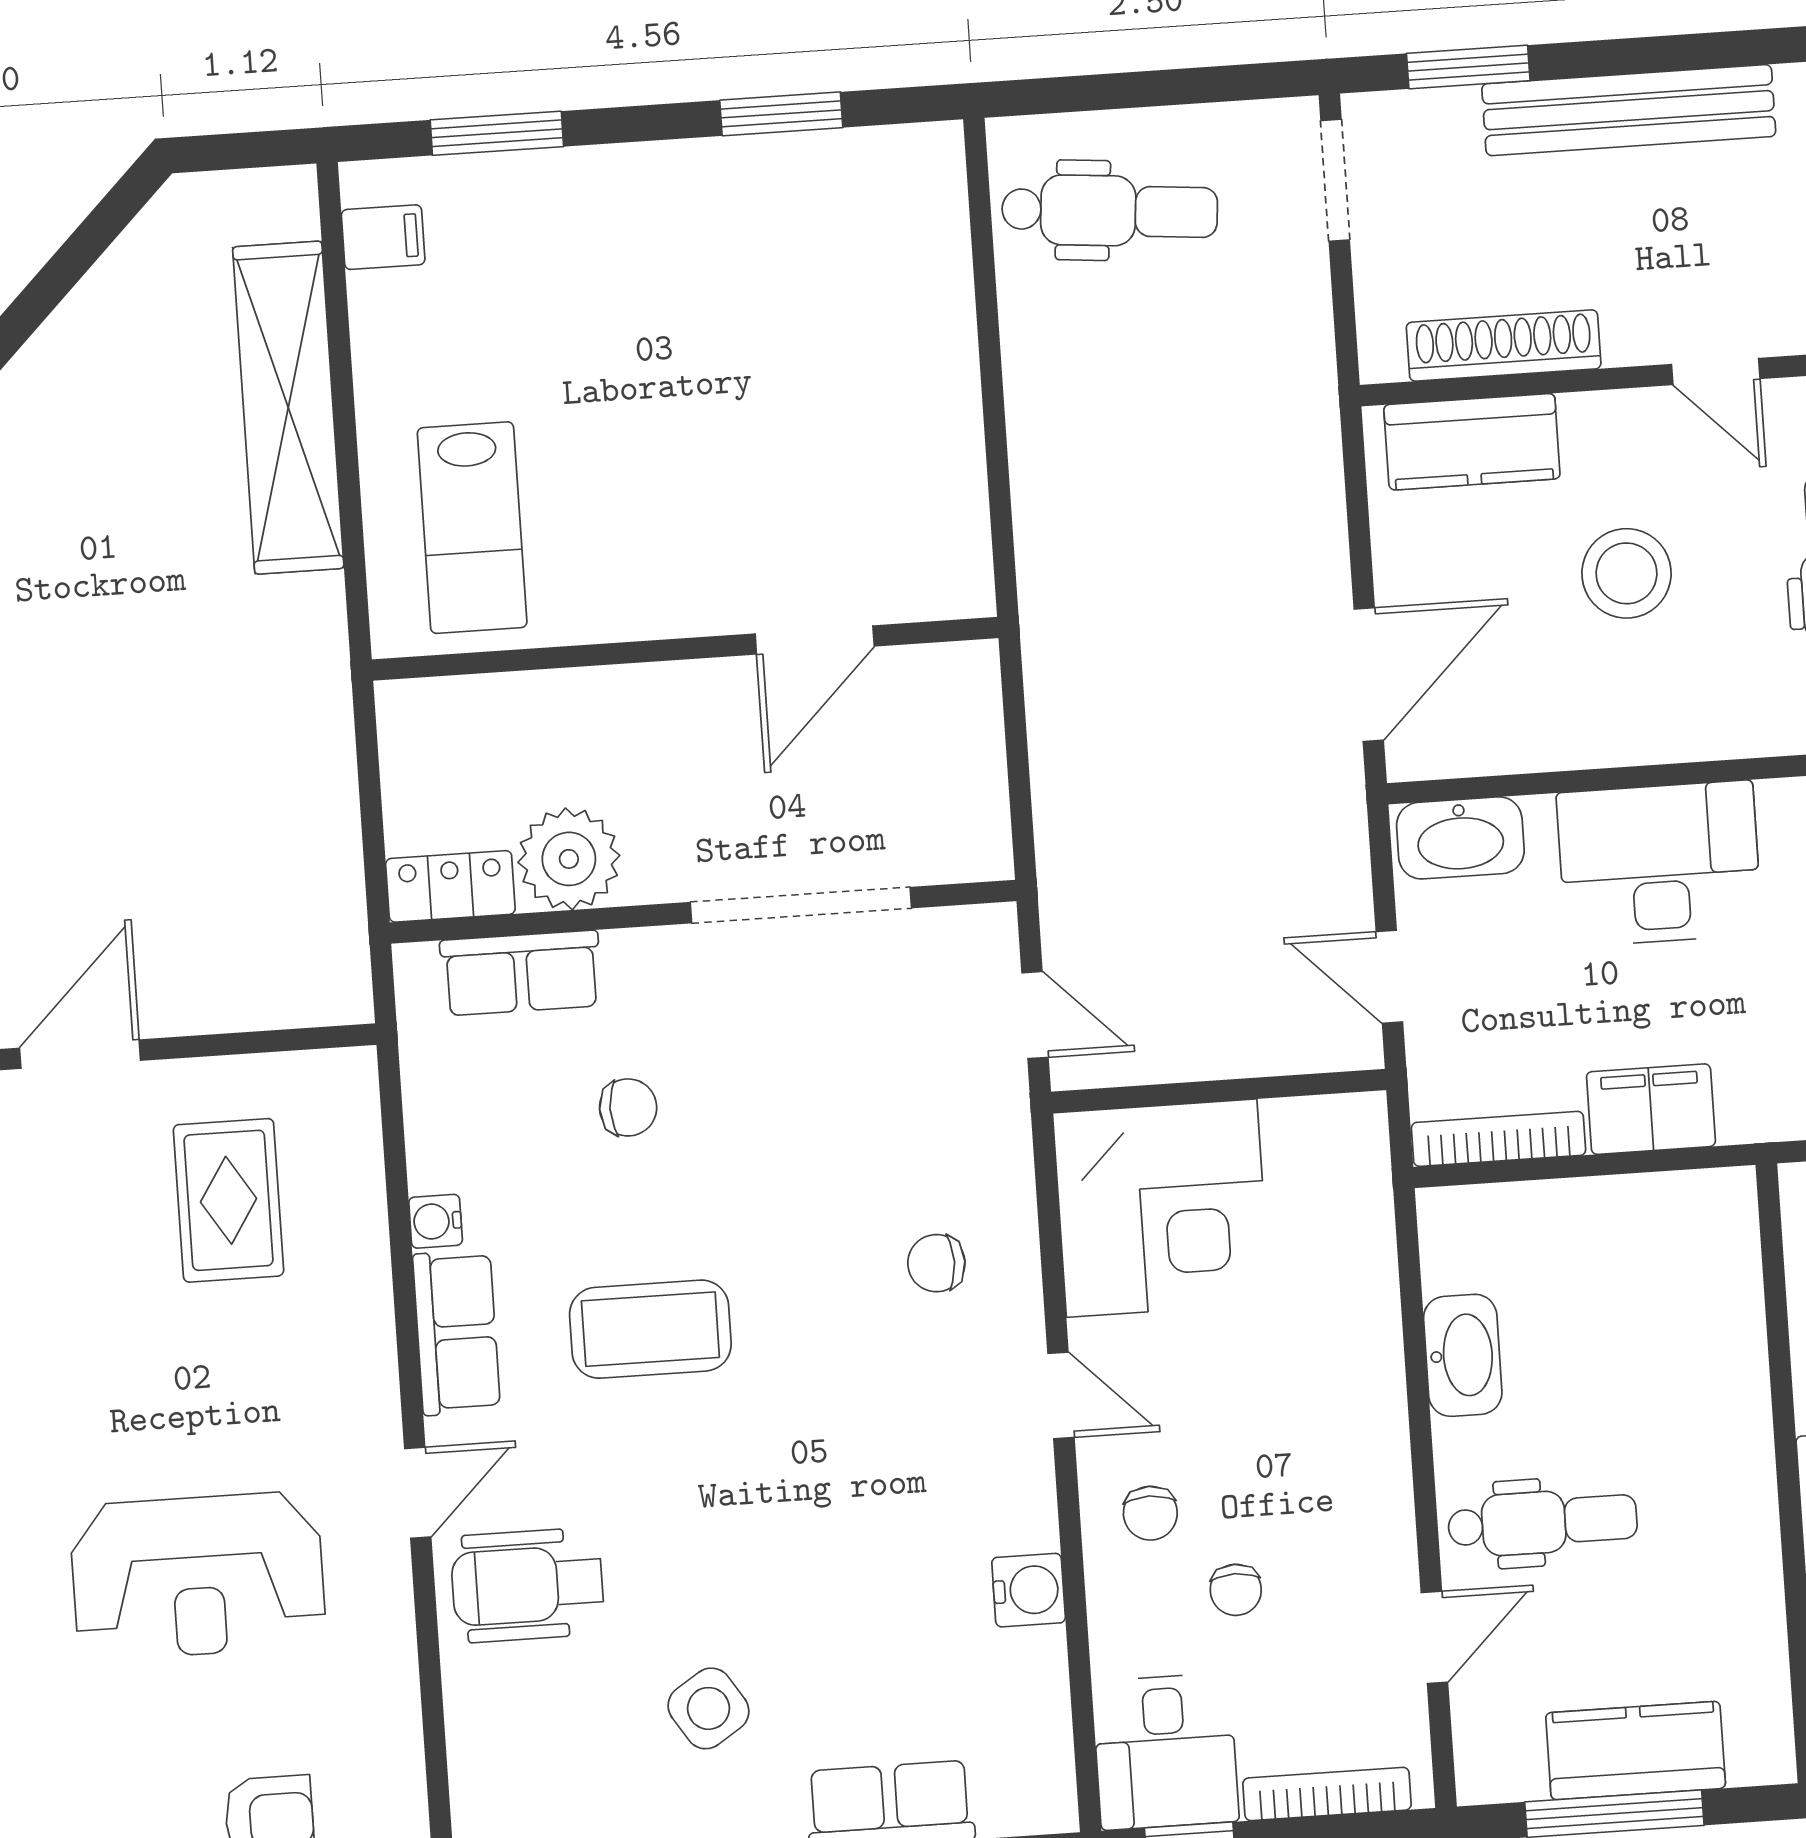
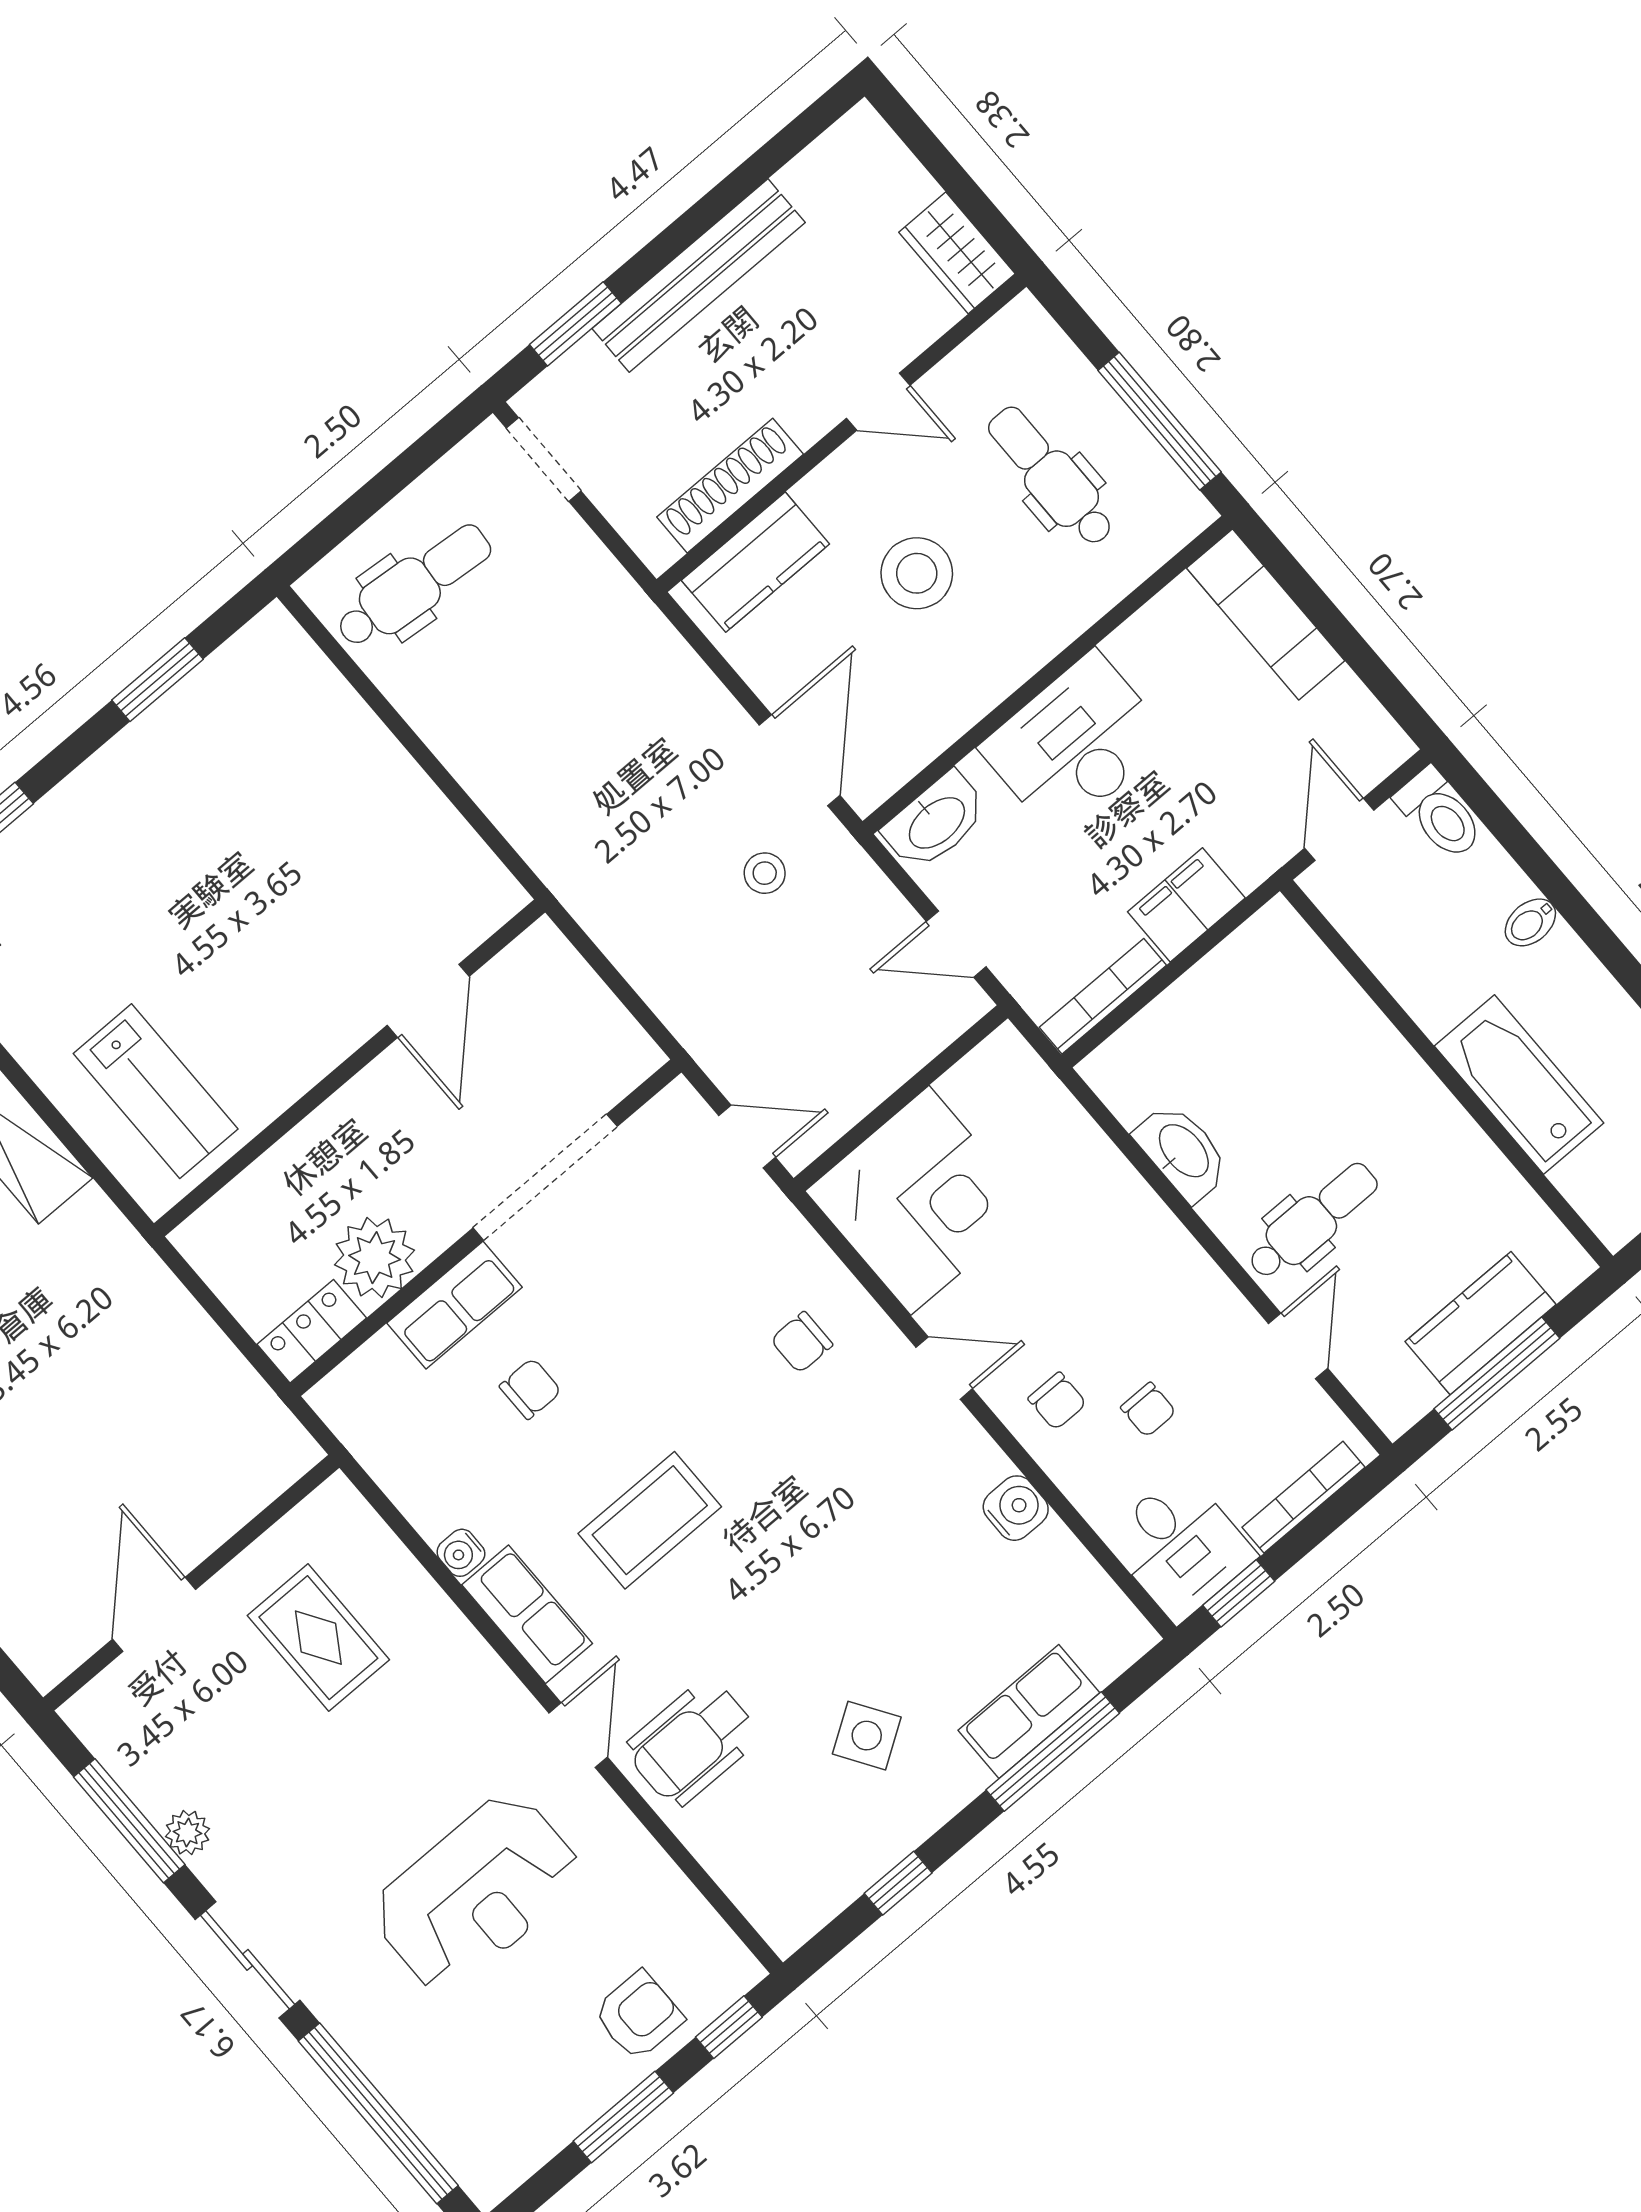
stool: (1249, 762) -> (765, 873), added
row of seats: (521, 973) -> (455, 1305), moved

